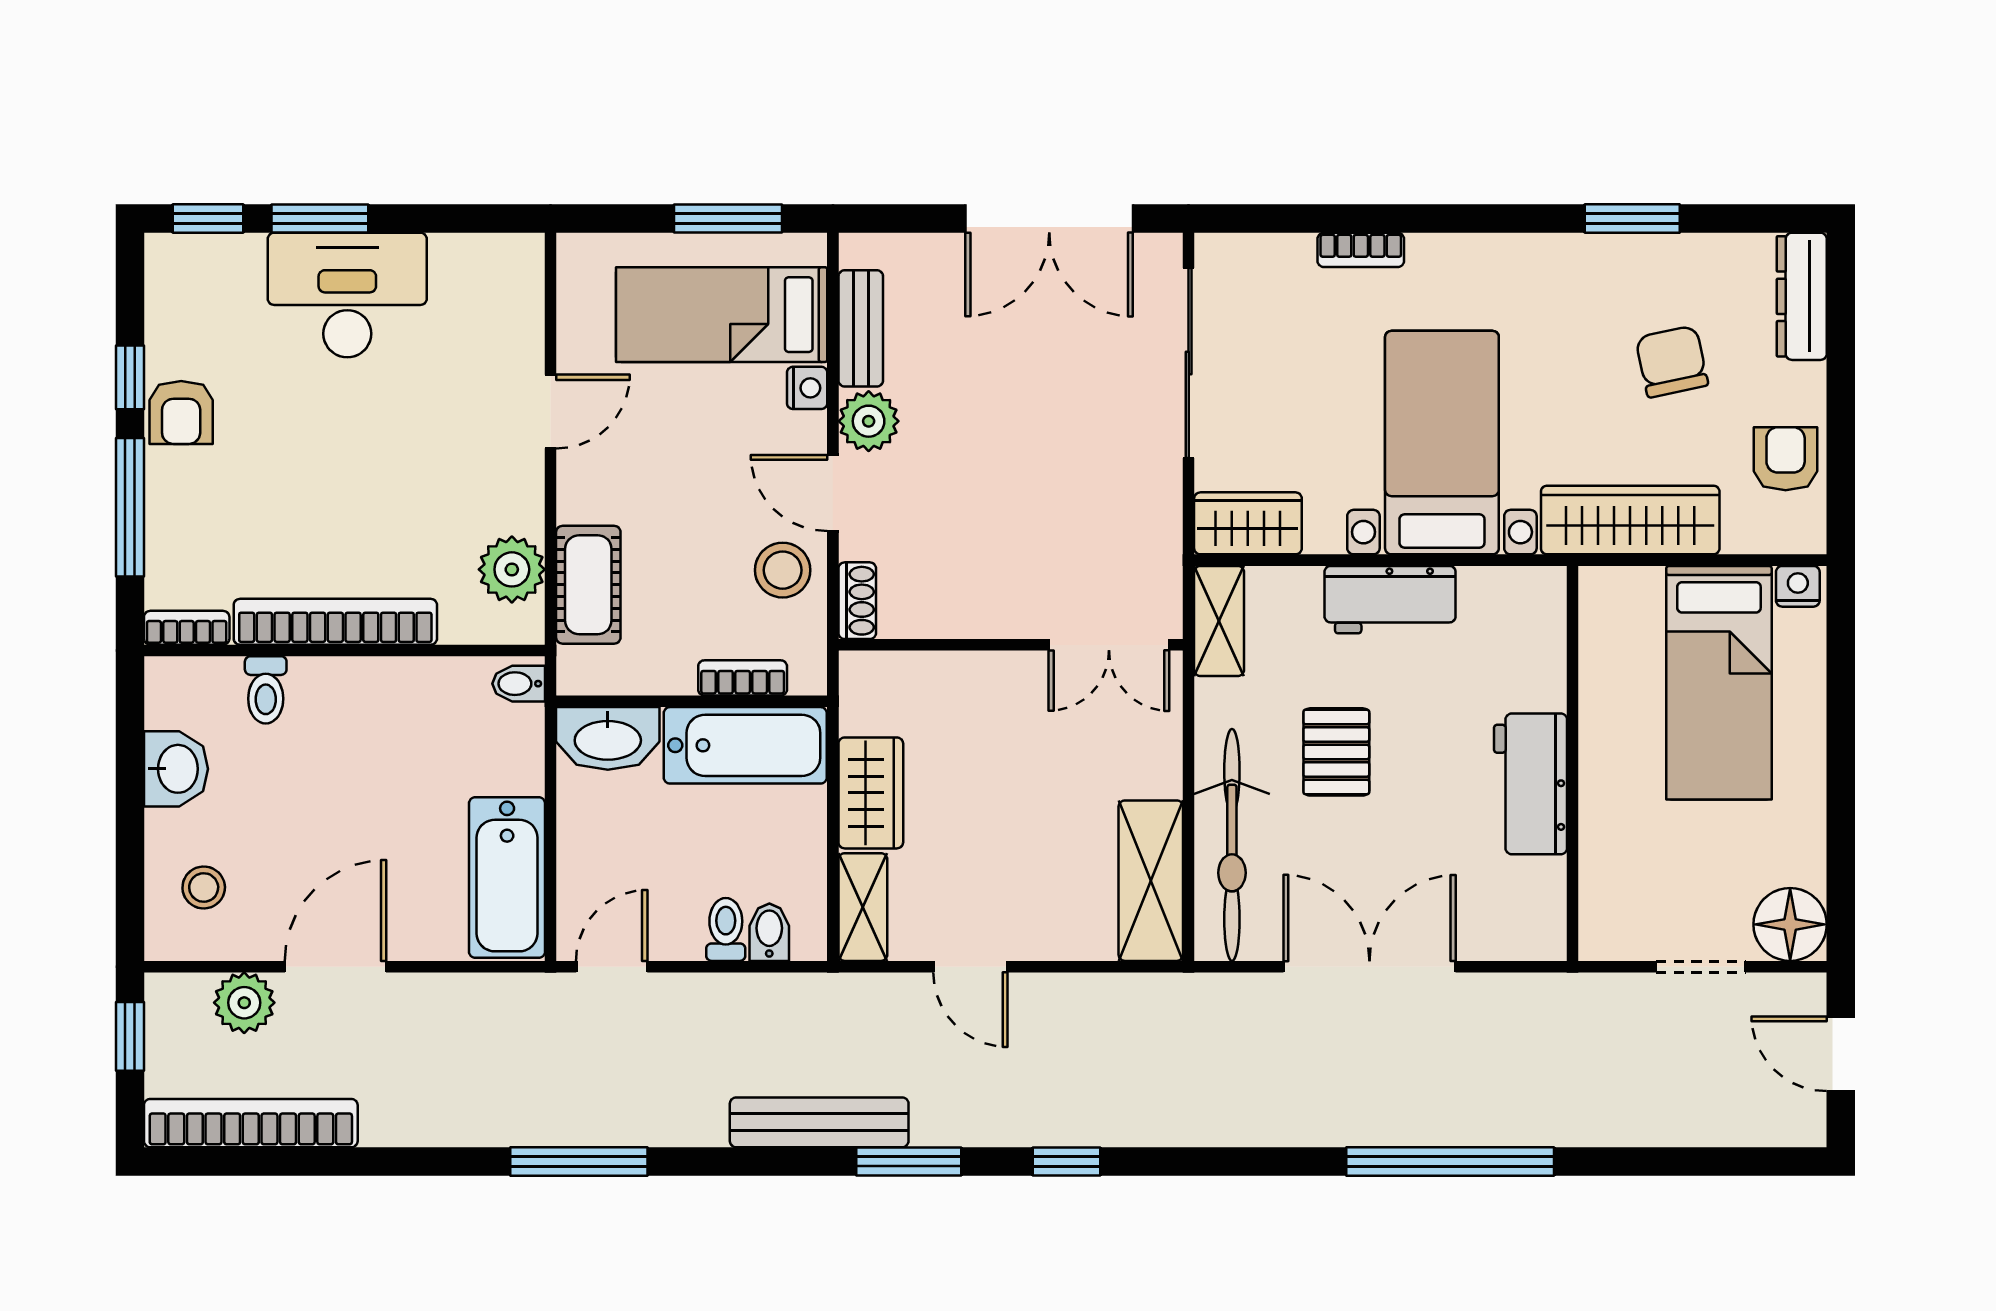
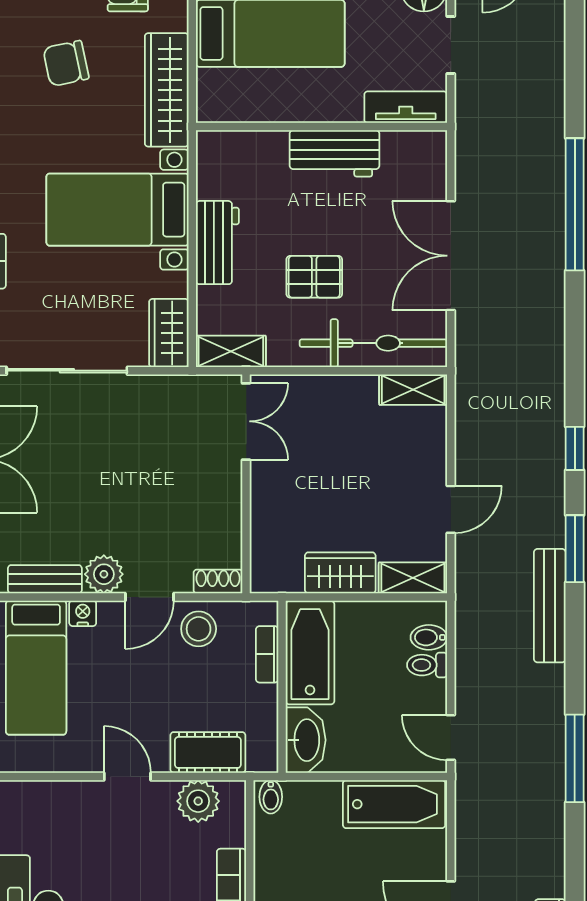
door: (551, 412) -> (127, 776), moved
shelving: (1151, 881) -> (413, 390), width x0.67, depth x0.75
tv unit: (1603, 896) -> (406, 107), added

